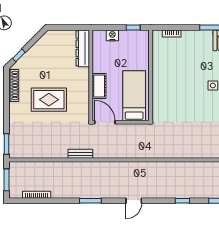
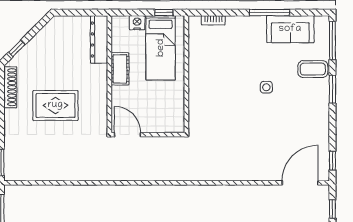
cot: (99, 86) -> (120, 69), moved
bed: (134, 96) -> (161, 48), moved, turned 180
bench: (80, 154) -> (96, 175), removed

